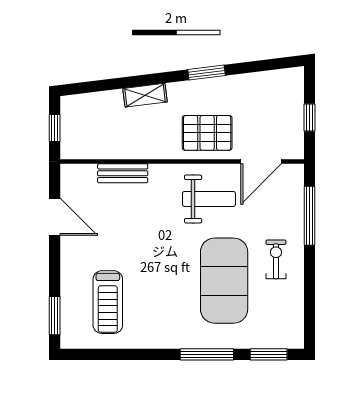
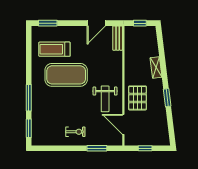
bench: (123, 173) -> (118, 38), moved
window: (310, 216) -> (97, 148), width x0.69
exercise mat: (224, 281) -> (66, 75), moved

